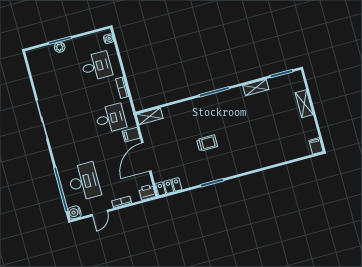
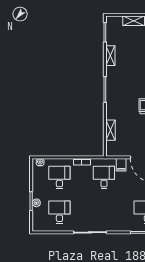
desk: (56, 77) -> (59, 212), added
shelving: (150, 116) -> (111, 130), moved

